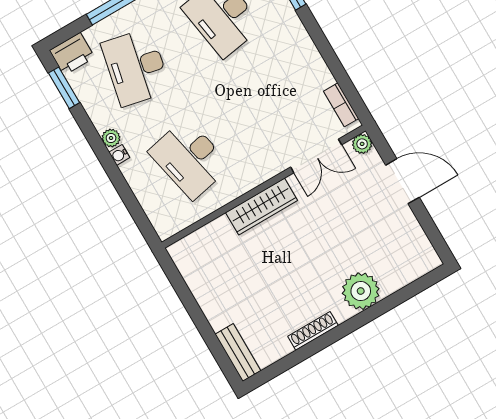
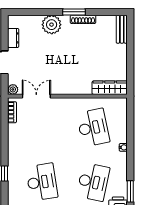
plant: (111, 138) -> (123, 157), removed
wardrobe: (262, 206) -> (110, 88), moved
dresser: (412, 231) -> (13, 38), added
window: (335, 335) -> (74, 12), added

